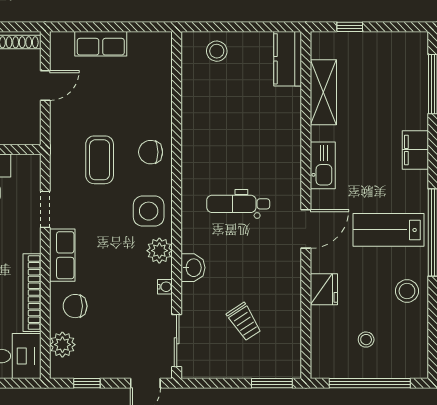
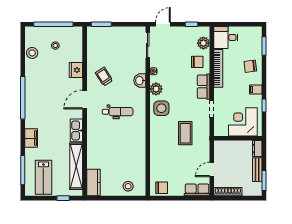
row of seats: (101, 44) -> (197, 190), moved
shelving: (323, 92) -> (76, 166), width x1.47
chair: (151, 152) -> (162, 188), moved
lab bench: (388, 230) -> (43, 177), moved, turned 90
stool: (407, 291) -> (32, 53), moved
trolley: (244, 322) -> (104, 77), moved

